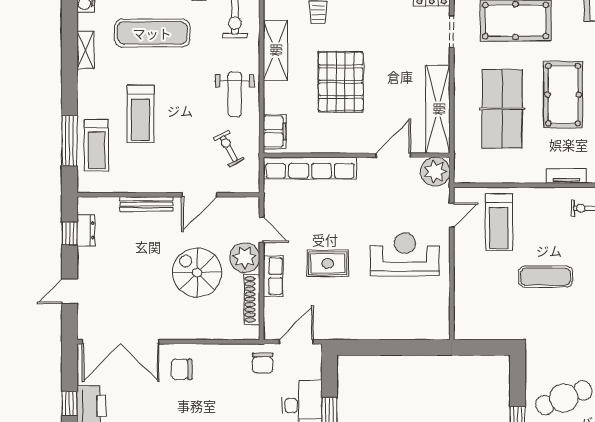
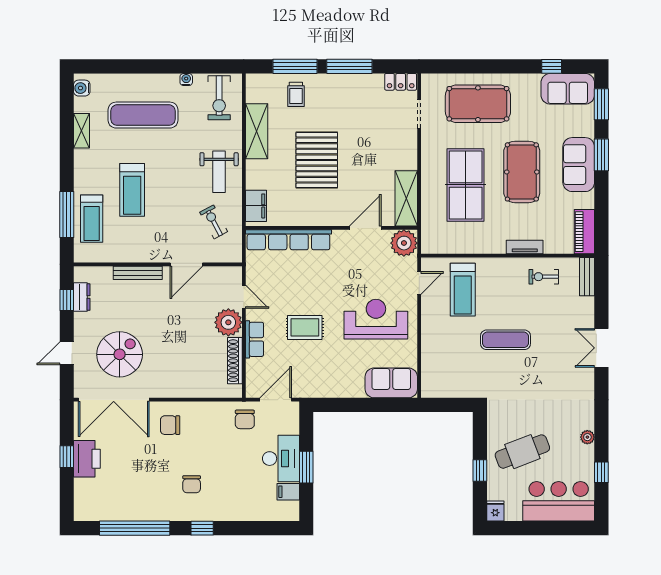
shelving: (438, 109) -> (406, 198), width x0.68
spiral stairs: (197, 273) -> (120, 354), moved, turned 90
sofa: (422, 323) -> (391, 383), added

